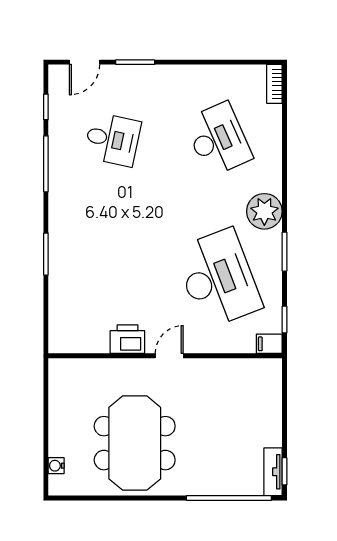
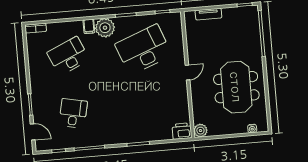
printer: (127, 339) -> (182, 131), moved, turned 90
filing cabinet: (269, 344) -> (89, 26), moved
door: (169, 356) -> (188, 72), swing flipped
plant: (61, 370) -> (200, 131), added
meeting table: (135, 443) -> (236, 87), turned 90
tv unit: (273, 472) -> (208, 14), moved

